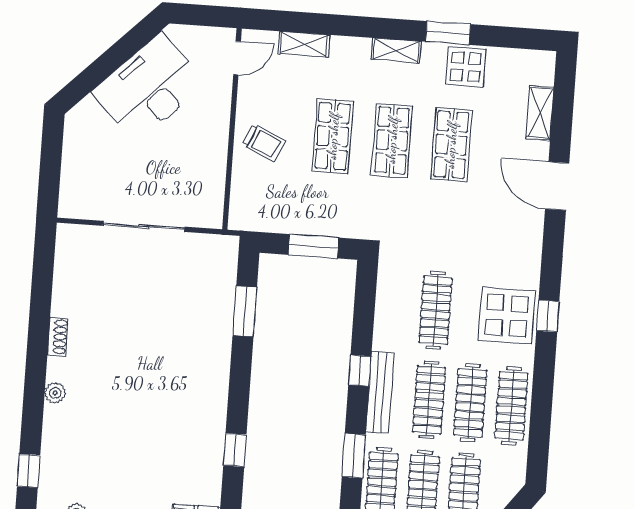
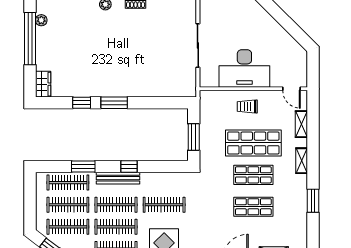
shelving: (396, 50) -> (302, 161), moved
display table: (466, 67) -> (296, 212), removed
desk: (149, 88) -> (244, 69), moved, turned 135
shop shelf: (333, 136) -> (253, 143), width x1.43, depth x1.36
trolley: (264, 143) -> (247, 107), turned 66
window: (245, 311) -> (114, 103), moved

